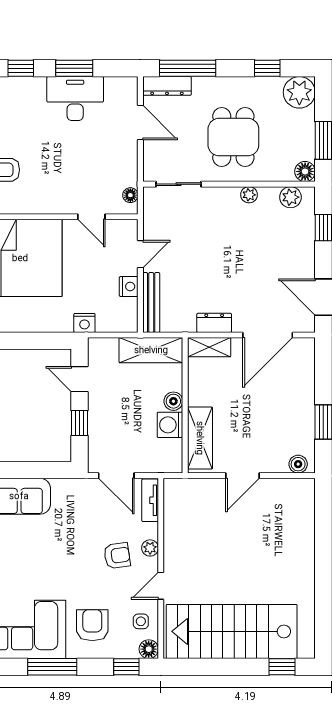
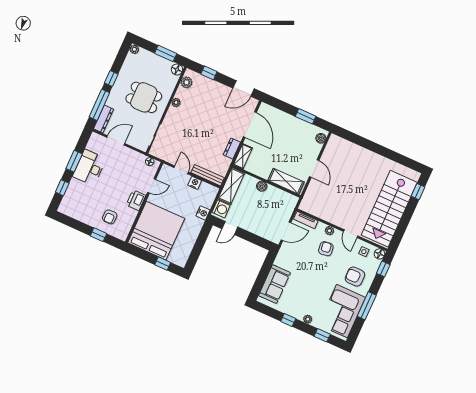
window: (267, 68) -> (111, 78), moved
plant: (299, 92) -> (134, 49), width x0.53, depth x0.53
printer: (55, 201) -> (136, 200), added
window: (80, 423) -> (252, 238), removed
washing machine: (170, 425) -> (221, 209), moved, turned -90

